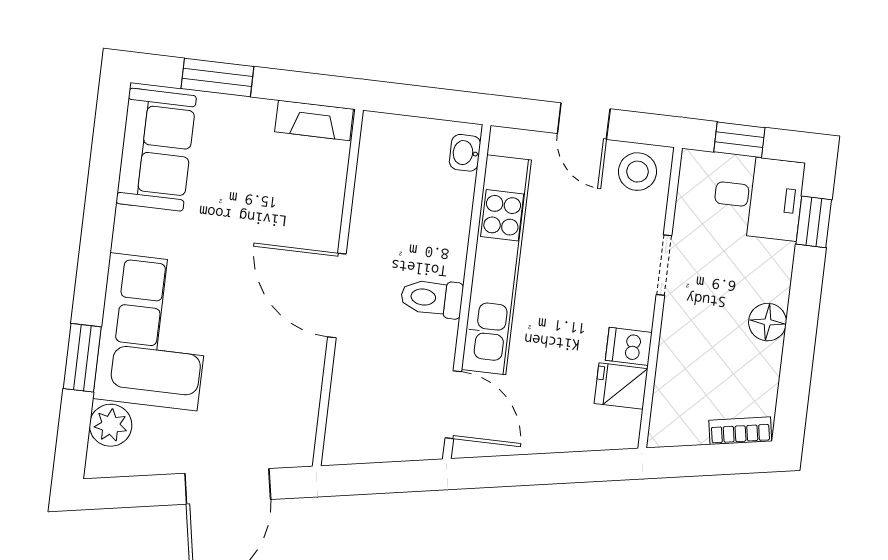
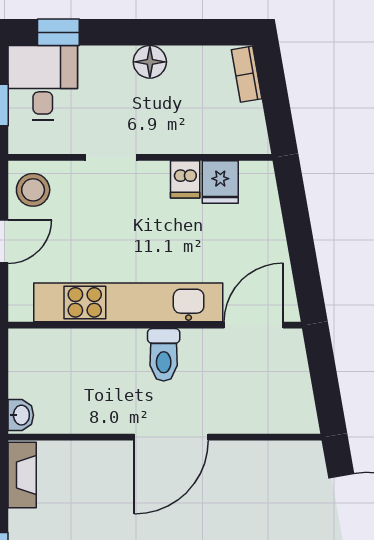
washbasin: (465, 153) -> (21, 415), moved, turned -90

